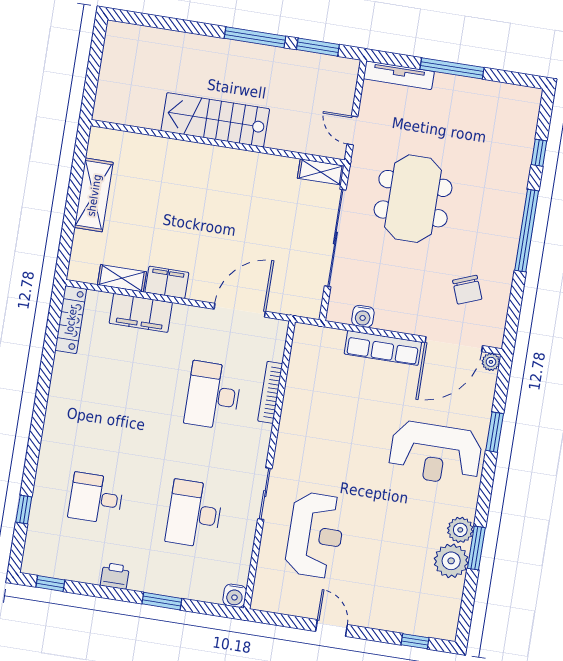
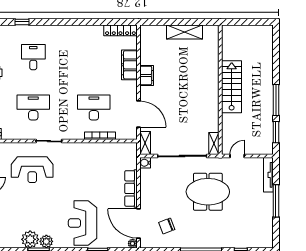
shelving: (122, 278) -> (145, 143), moved
water cooler: (363, 316) -> (145, 163), moved

